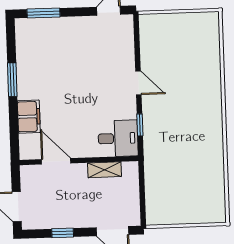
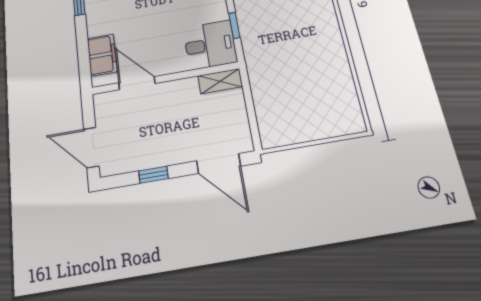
filing cabinet: (29, 117) -> (102, 55), moved
shelving: (104, 170) -> (220, 81), moved

